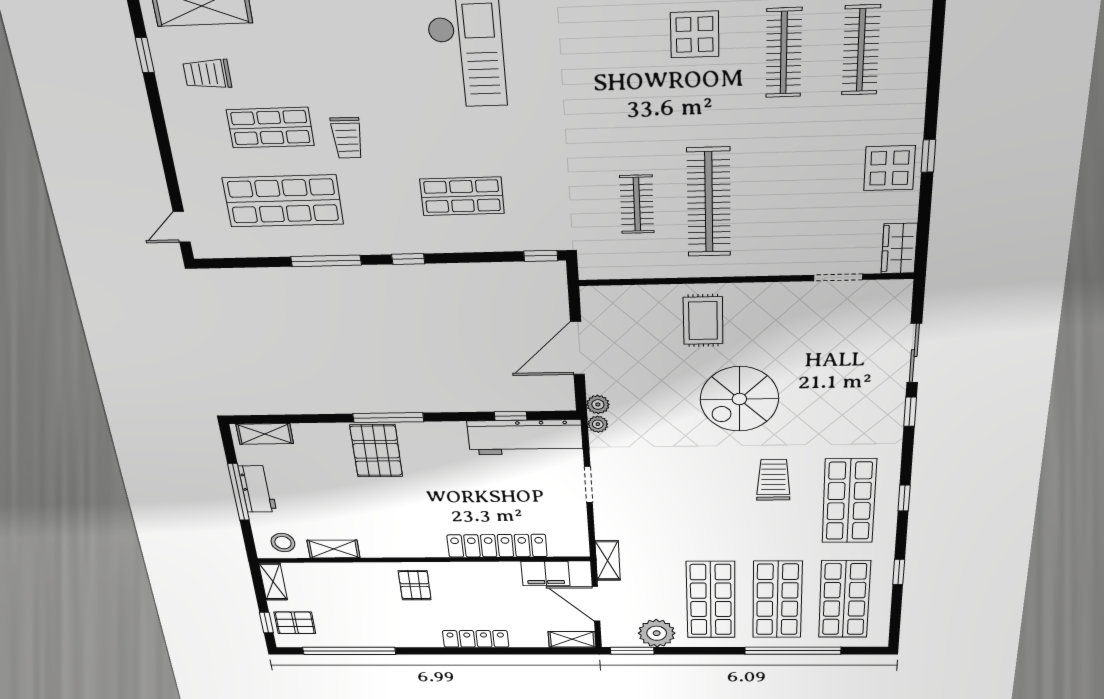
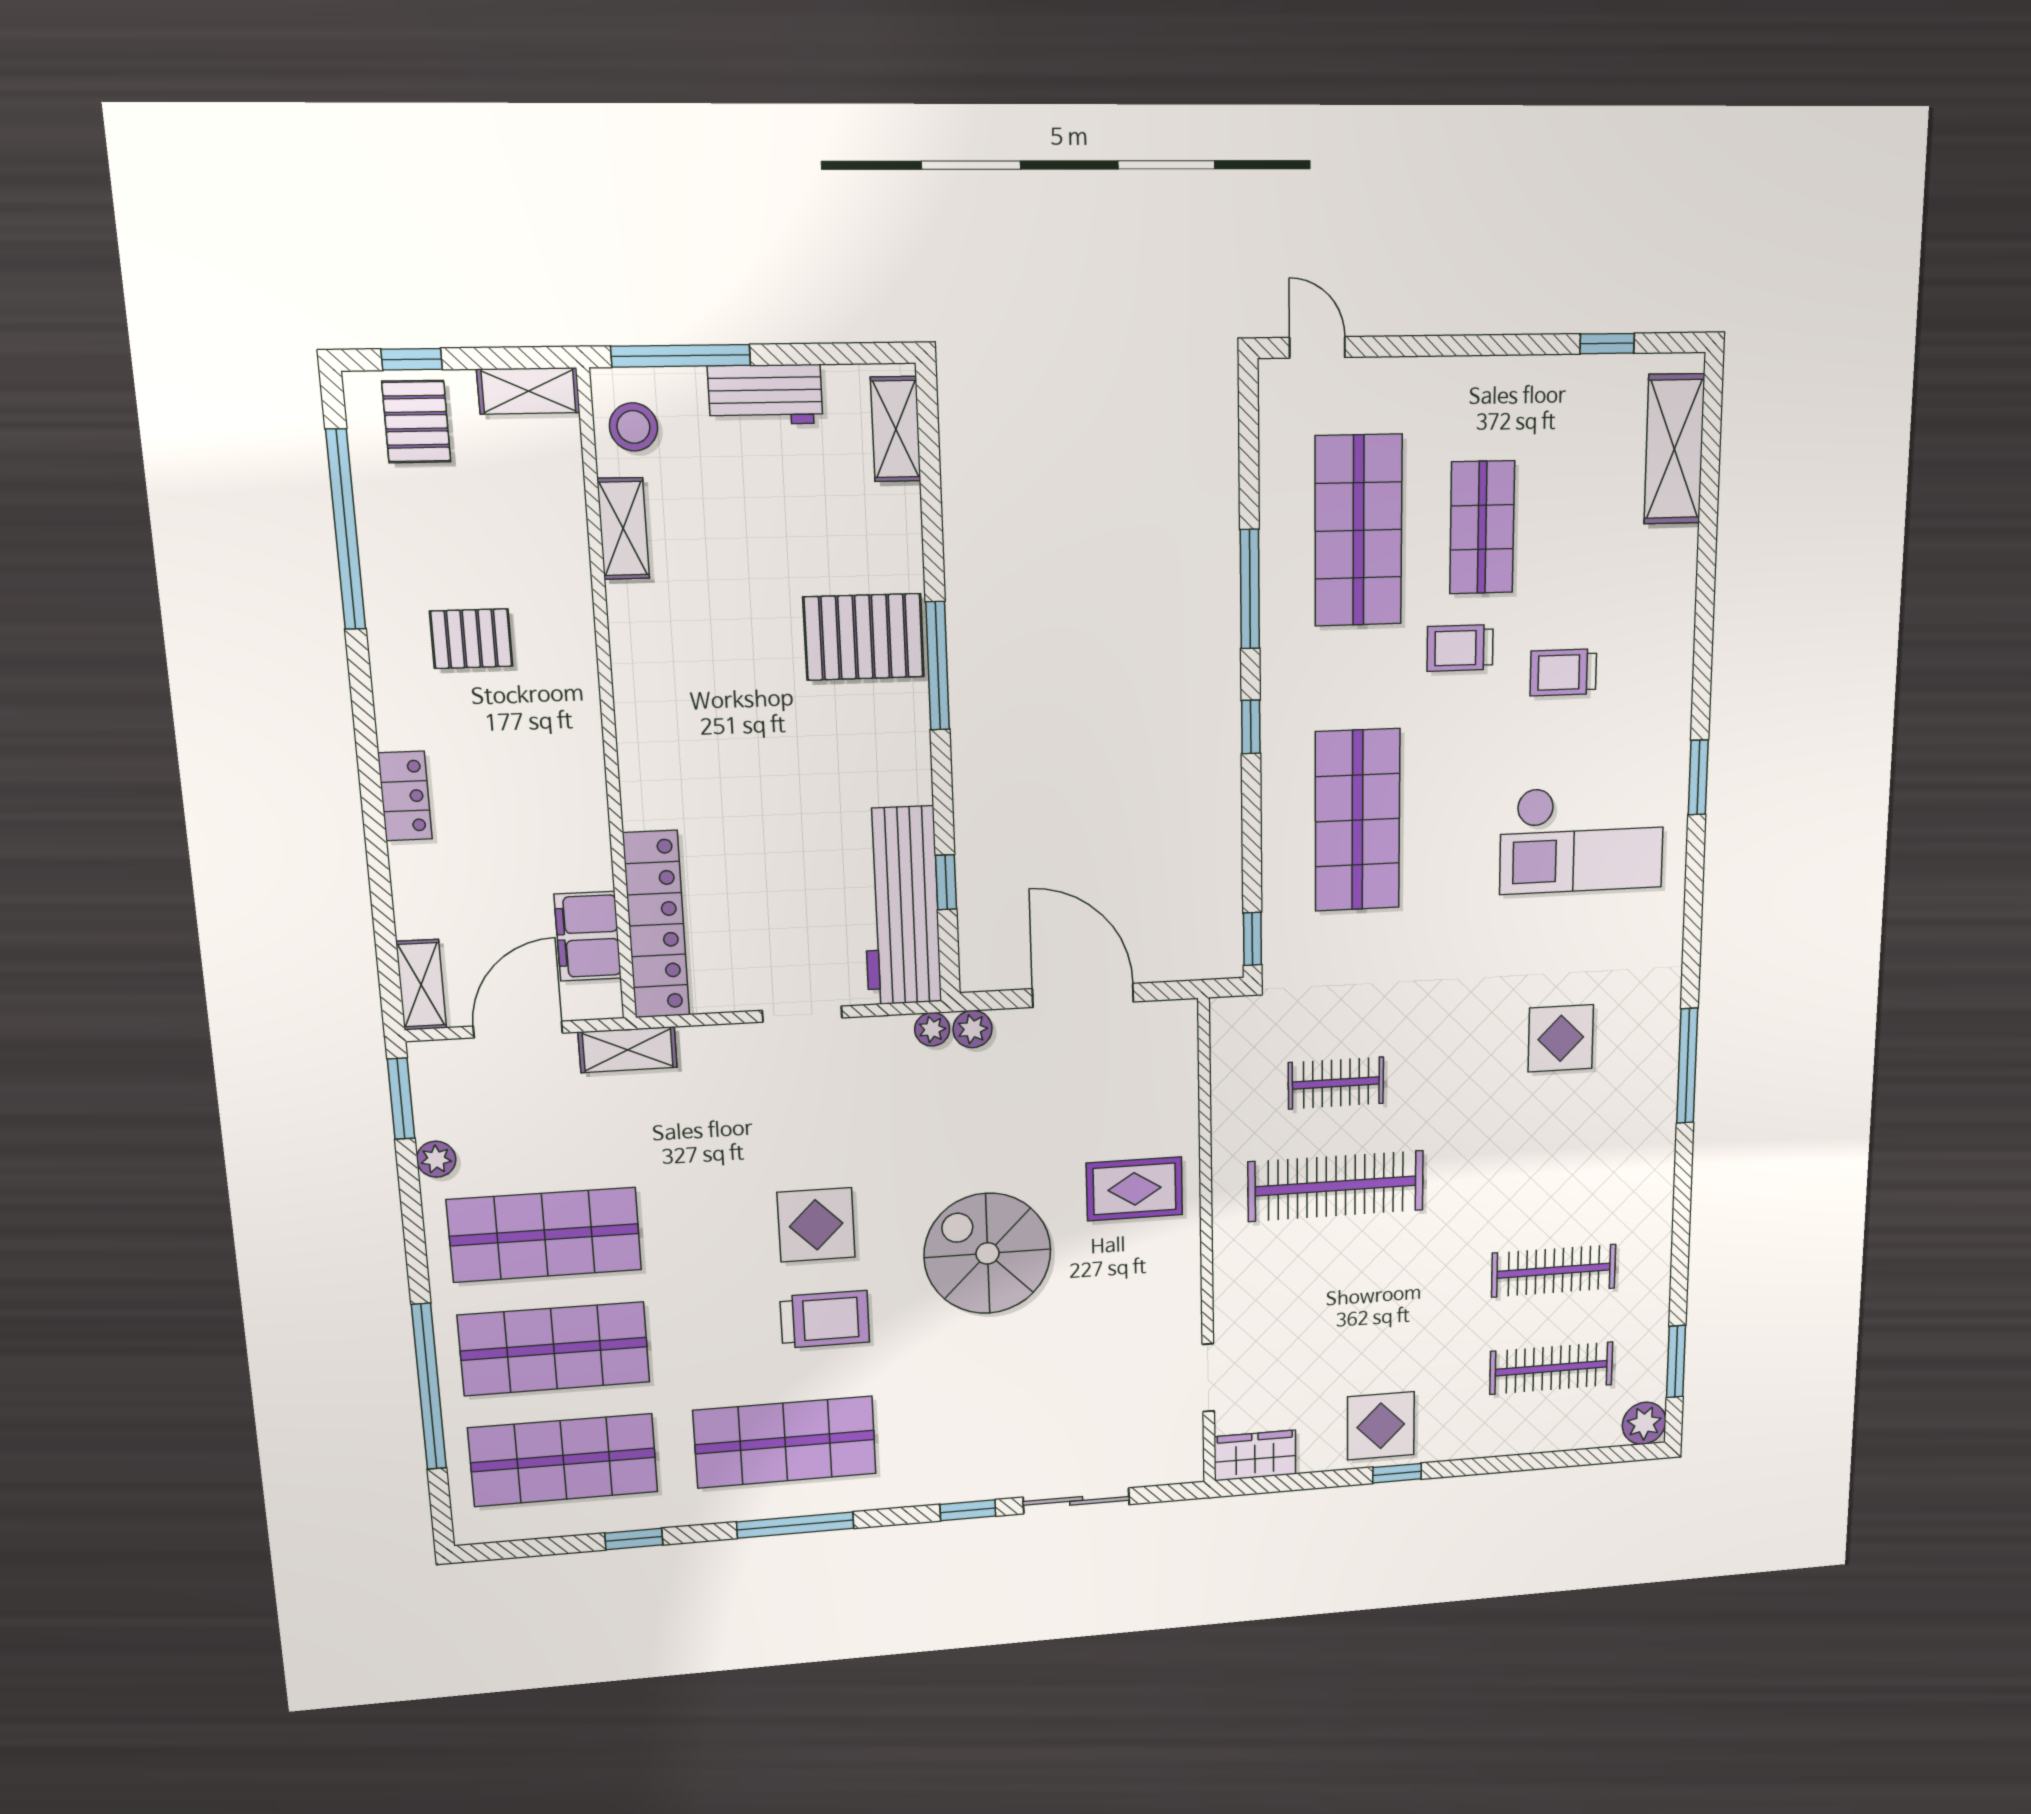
display table: (695, 35) -> (1561, 1038), moved
trolley: (207, 74) -> (1563, 672), moved, turned -90
shop shelf: (462, 196) -> (1357, 820), width x1.43, depth x1.36
display table: (714, 482) -> (816, 1225), added
window: (238, 492) -> (681, 356), moved
window: (904, 498) -> (795, 1525), width x2.17
locker: (497, 546) -> (656, 925), moved
pallet: (415, 585) -> (471, 639), moved
plant: (657, 633) -> (436, 1159), width x0.53, depth x0.53
locker: (476, 639) -> (405, 796), width x0.66

